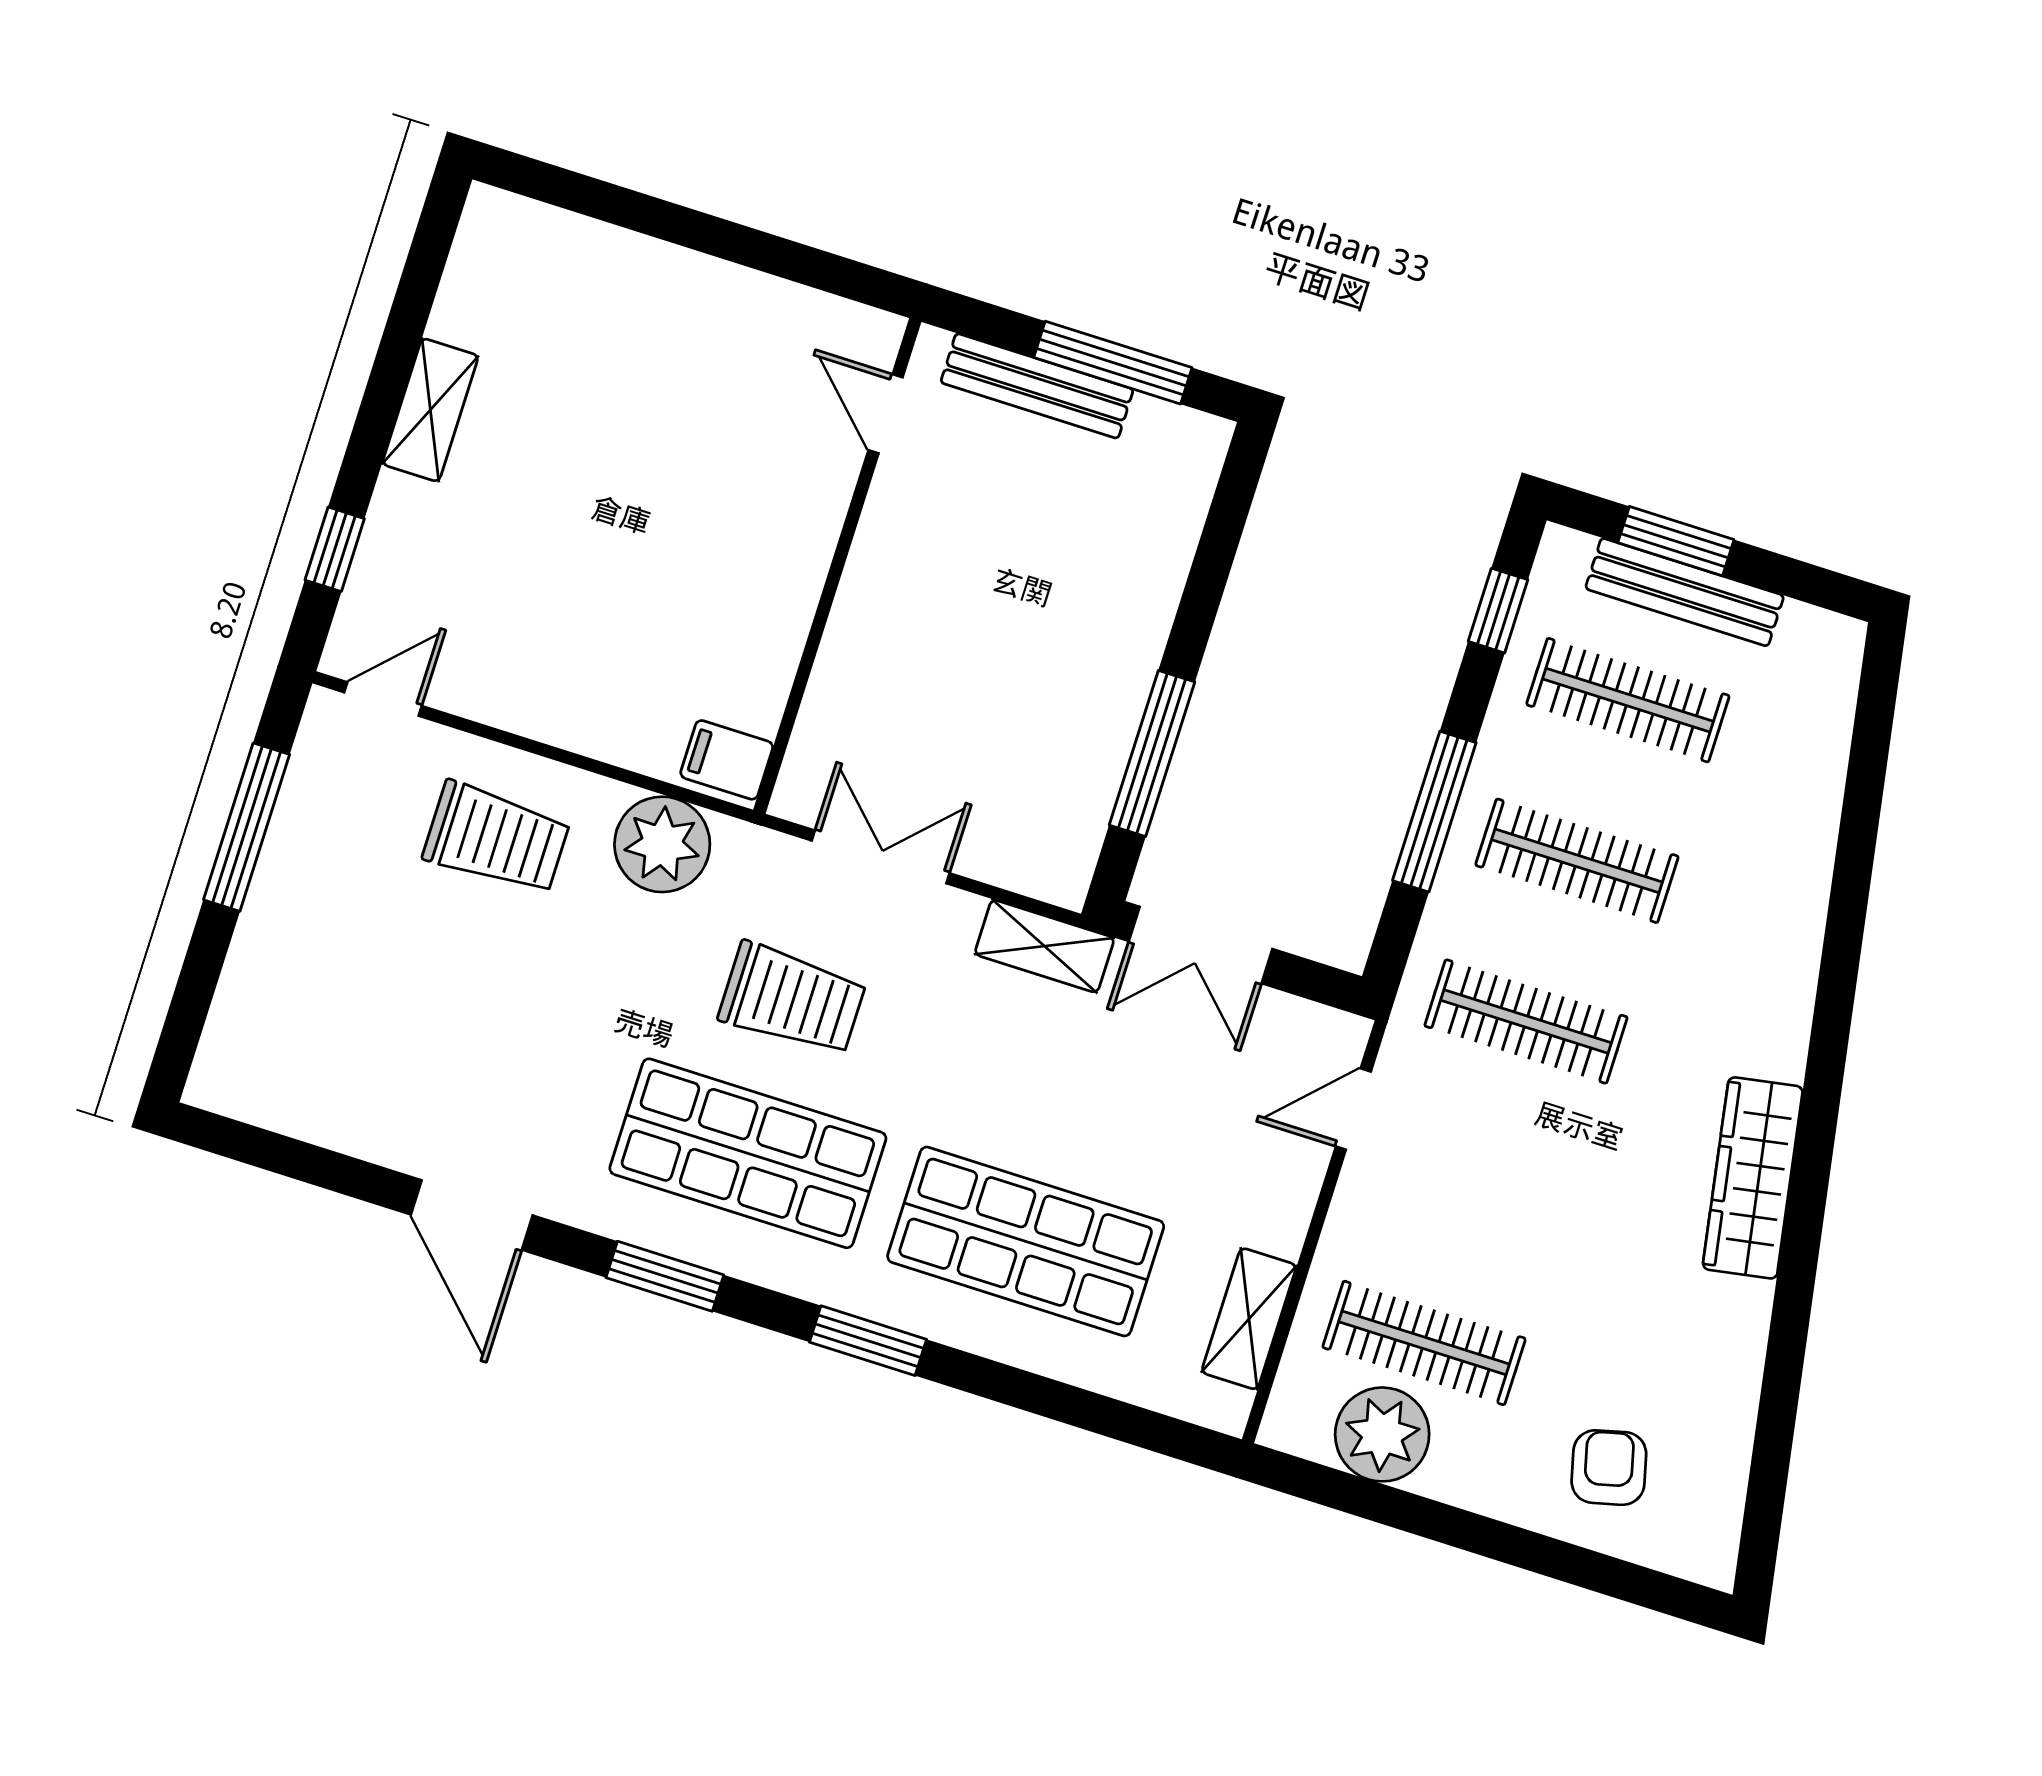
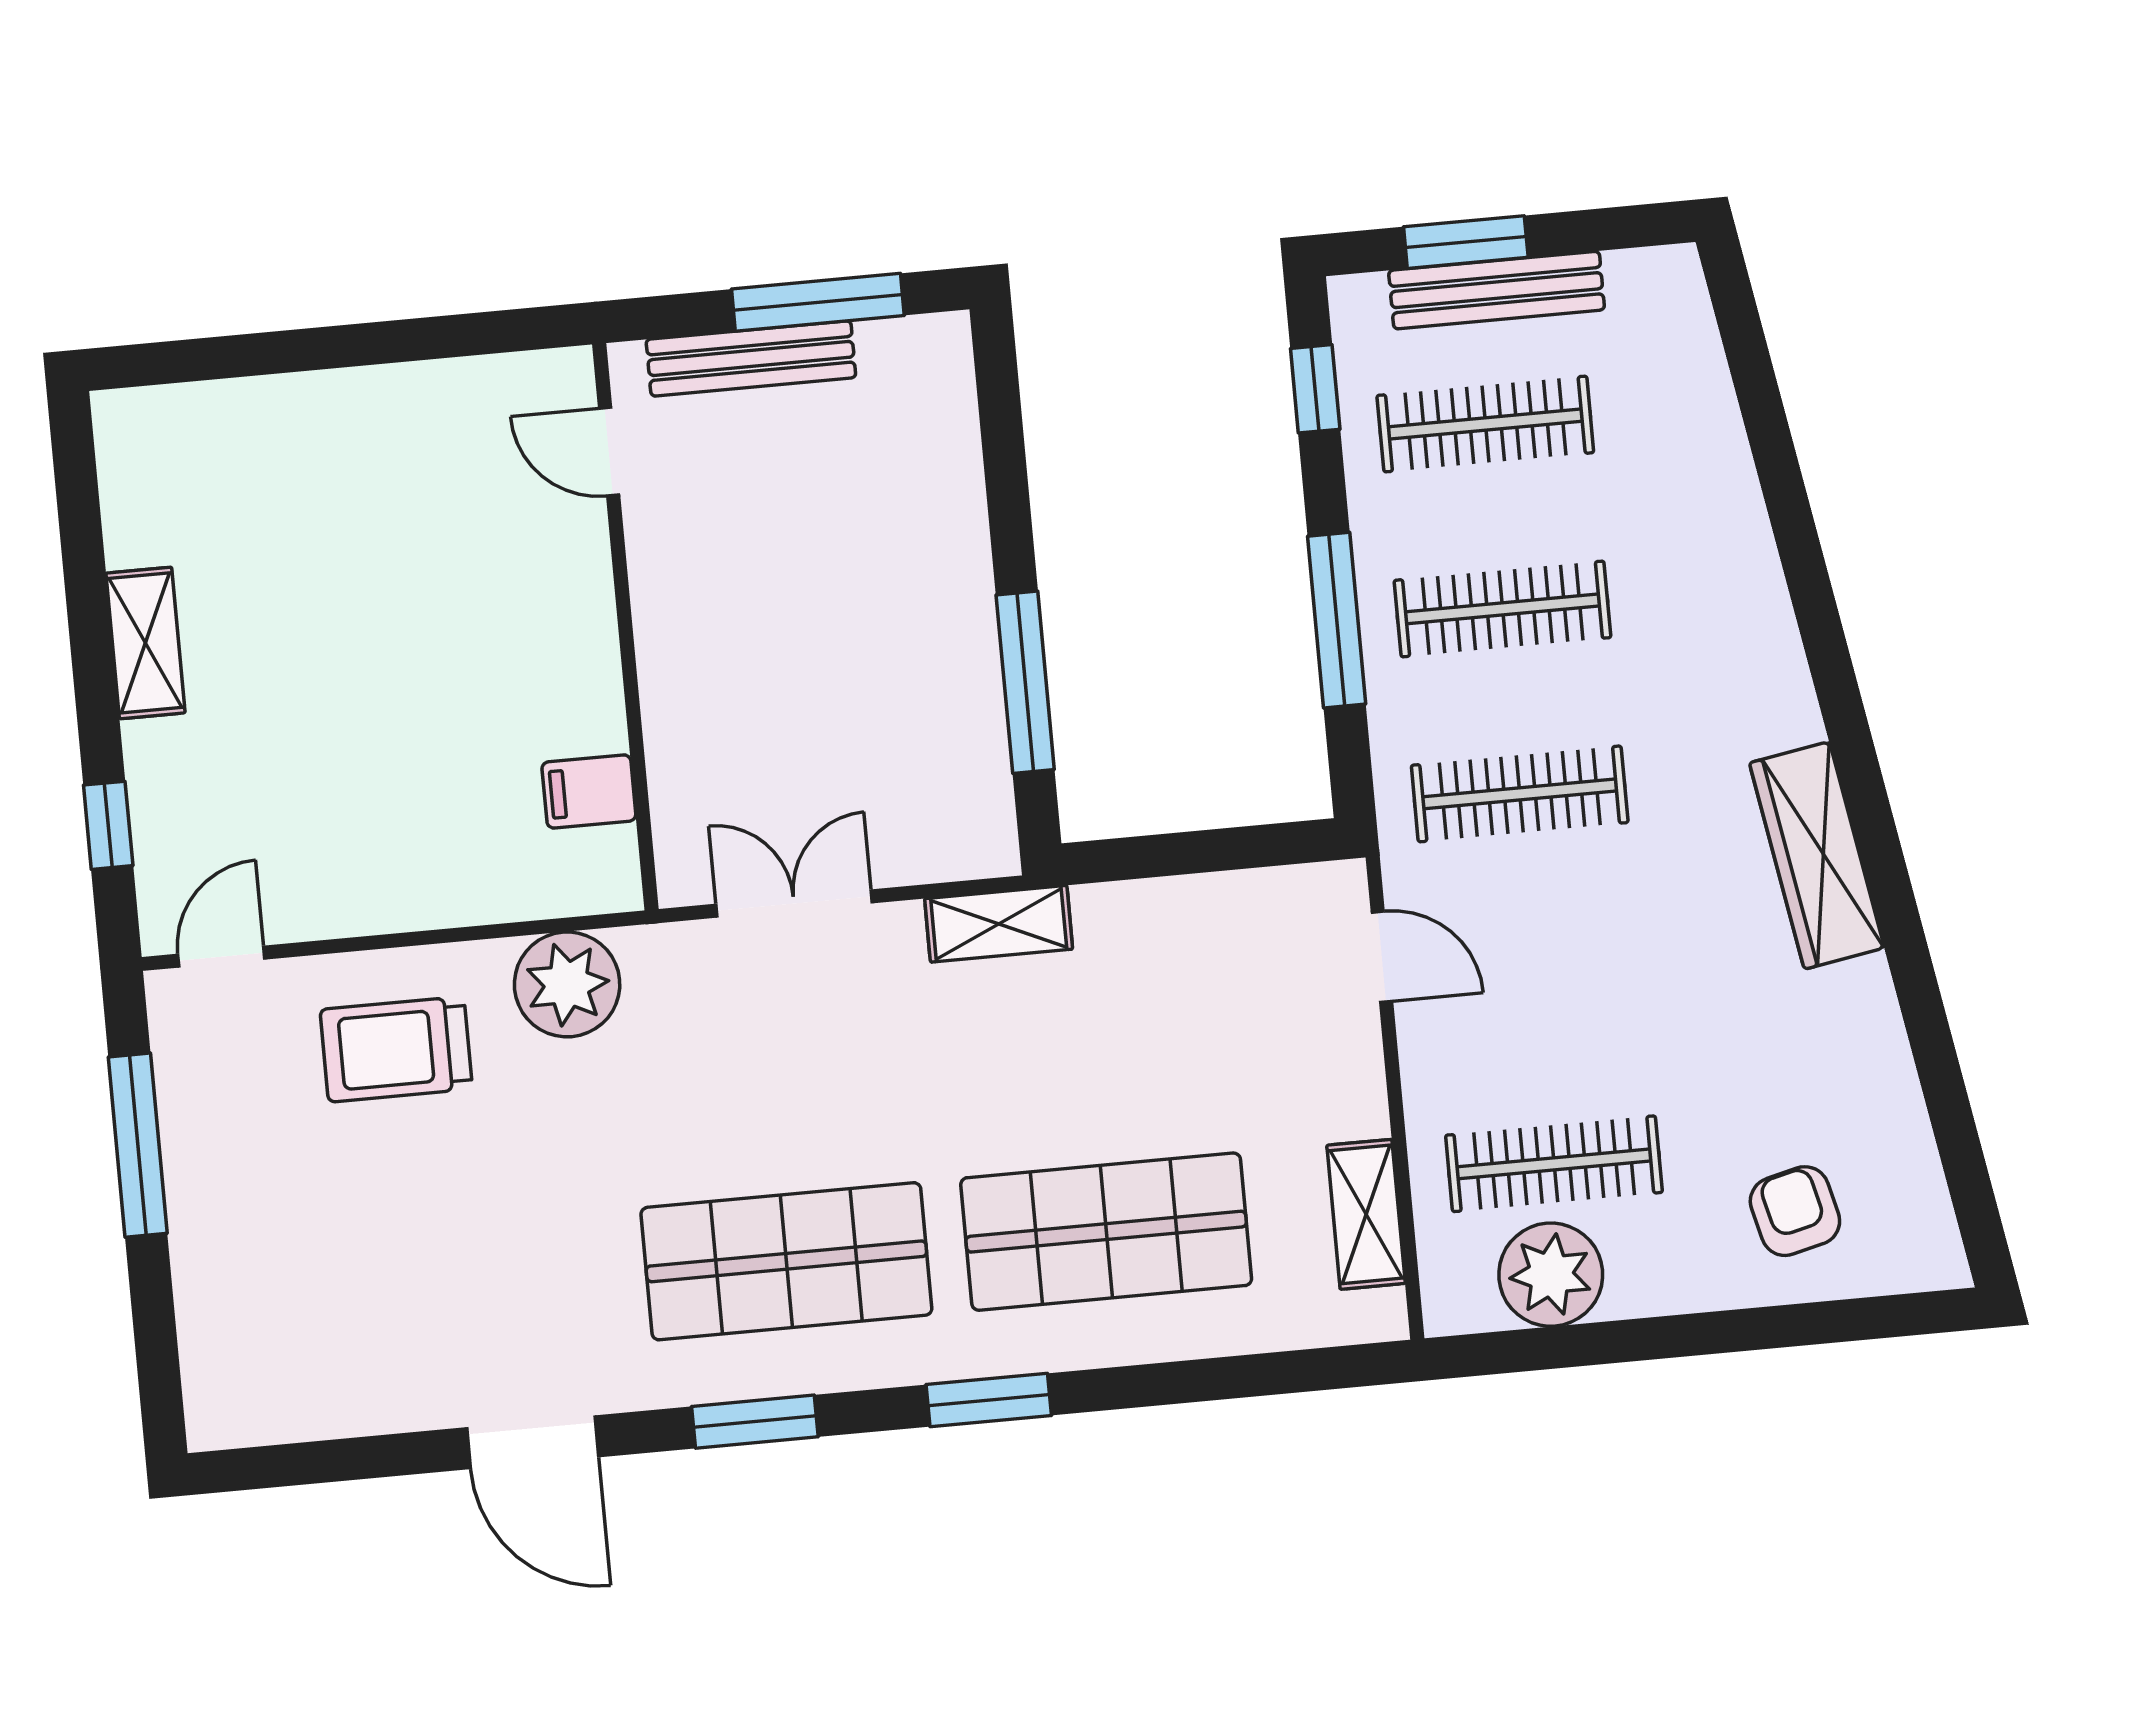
filing cabinet: (727, 760) -> (589, 791), moved
trolley: (496, 838) -> (396, 1049), turned 180
double door: (1201, 945) -> (1157, 856), removed
trolley: (792, 999) -> (765, 1086), removed
door: (1353, 1109) -> (1382, 957), swing flipped

